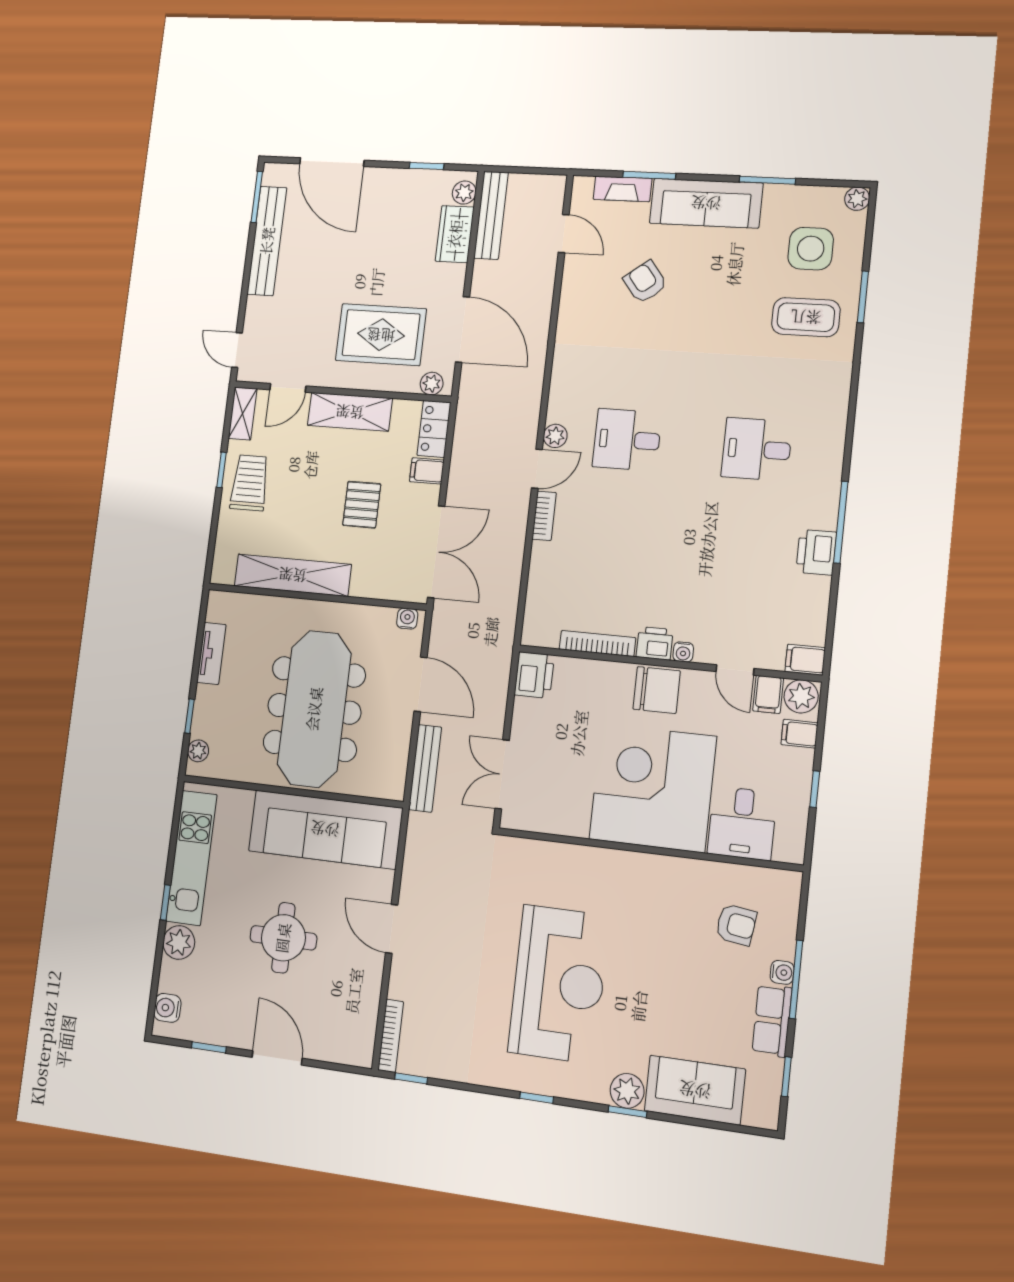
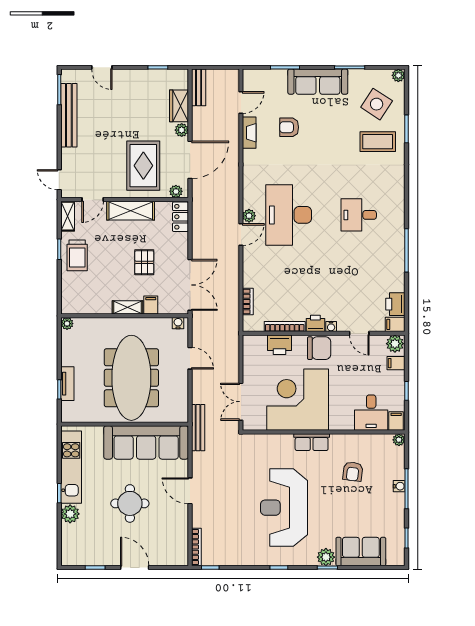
door: (332, 162) -> (102, 67), width x0.53
fireplace: (623, 189) -> (249, 133), moved, turned -90
plant: (464, 193) -> (182, 130), moved
bench: (491, 215) -> (199, 87), width x0.73
door: (564, 234) -> (241, 102), hinge flipped
side table: (811, 249) -> (377, 104), turned 33
armchair: (645, 282) -> (289, 127), turned -52
door: (462, 329) -> (190, 160), hinge flipped
rug: (381, 335) -> (143, 166), turned 90
desk: (627, 440) -> (289, 215), width x1.87, depth x1.30
filing cabinet: (427, 471) -> (151, 305), moved, turned 90
trolley: (250, 483) -> (77, 255), turned 180
bookcase: (544, 516) -> (248, 301), moved
printer: (816, 552) -> (395, 304), moved
shelving: (293, 575) -> (127, 307), width x0.45, depth x0.75
tv unit: (211, 654) -> (67, 384), moved
printer: (534, 675) -> (280, 345), moved, turned 90
door: (421, 684) -> (190, 358), width x0.73
filing cabinet: (768, 694) -> (396, 421), moved, turned 180
plant: (198, 751) -> (67, 324), moved
bench: (425, 768) -> (198, 428), moved
corner desk: (653, 788) -> (298, 400), moved
plant: (790, 882) -> (399, 440), added
armchair: (736, 925) -> (353, 472), moved, turned 89
reception desk: (559, 984) -> (284, 508), turned 180
water cooler: (167, 1008) -> (68, 550), removed
row of seats: (772, 1020) -> (312, 442), moved, turned -90

